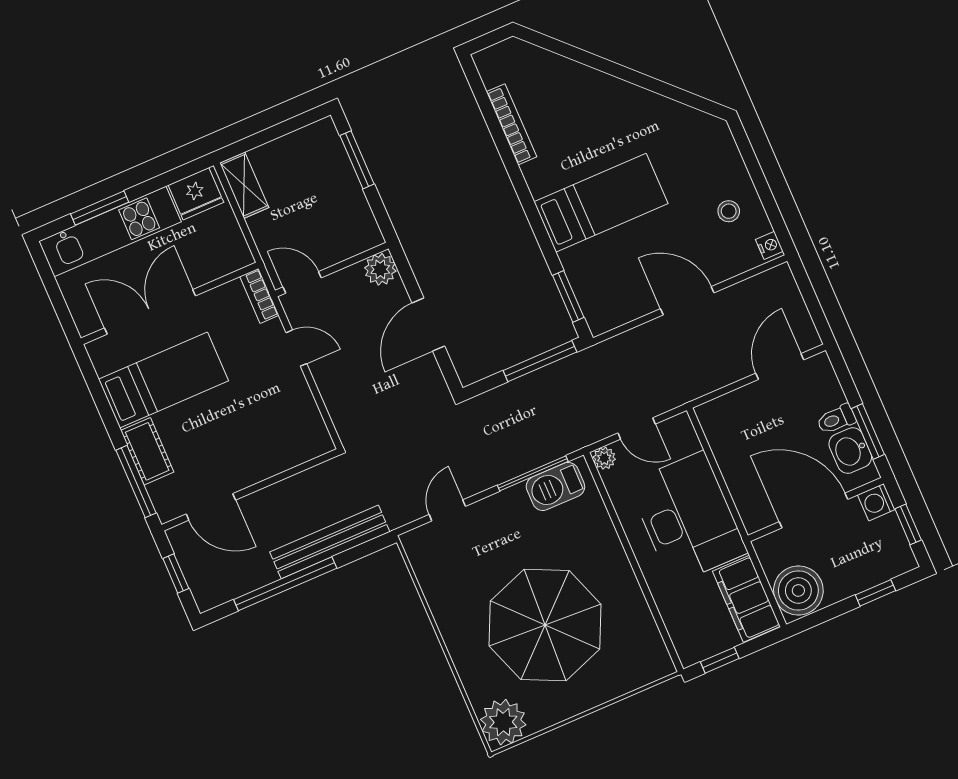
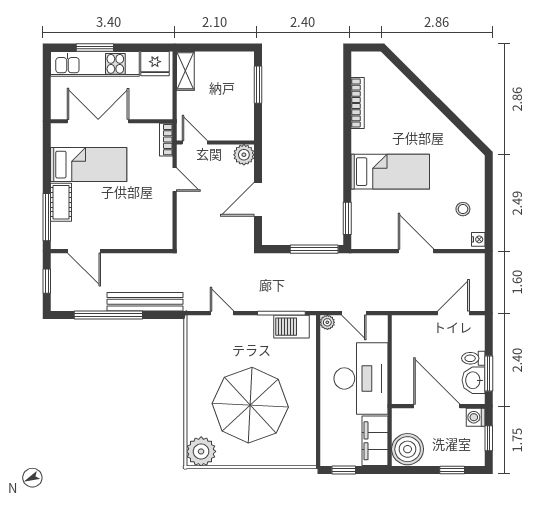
door: (447, 510) -> (222, 313), hinge flipped

